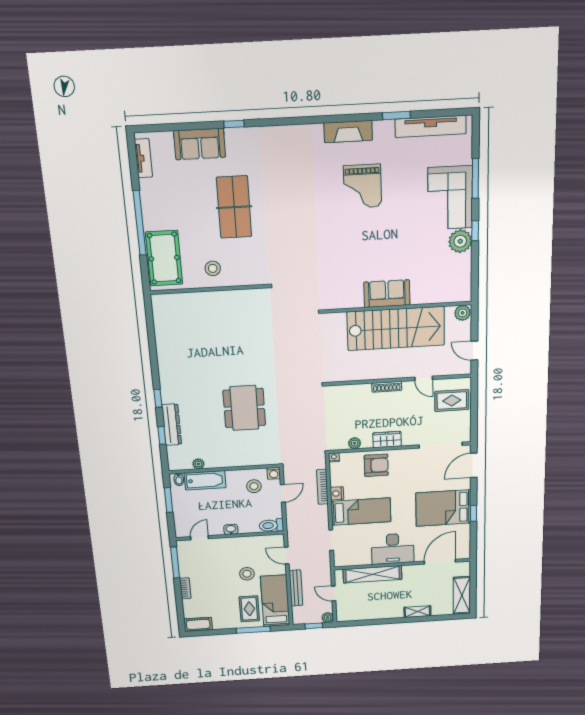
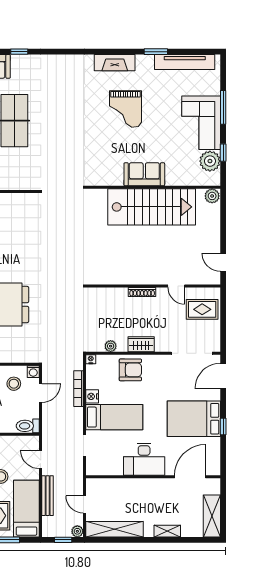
sofa: (387, 294) -> (144, 174), moved
wall: (397, 307) -> (153, 187), moved
plant: (463, 313) -> (212, 196), moved
stairs: (396, 328) -> (152, 207), moved
shelving: (373, 574) -> (114, 529), moved

